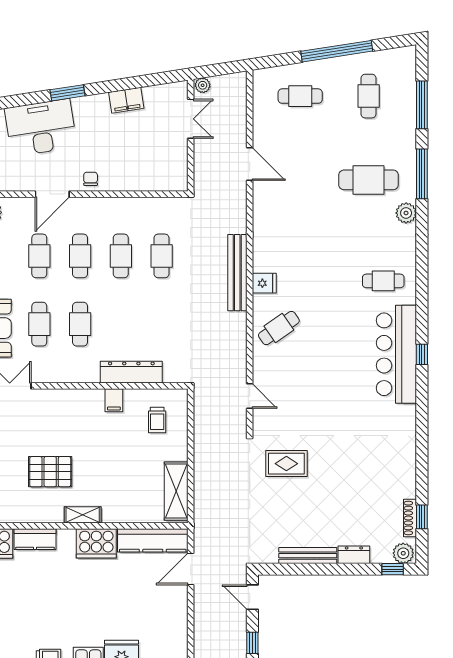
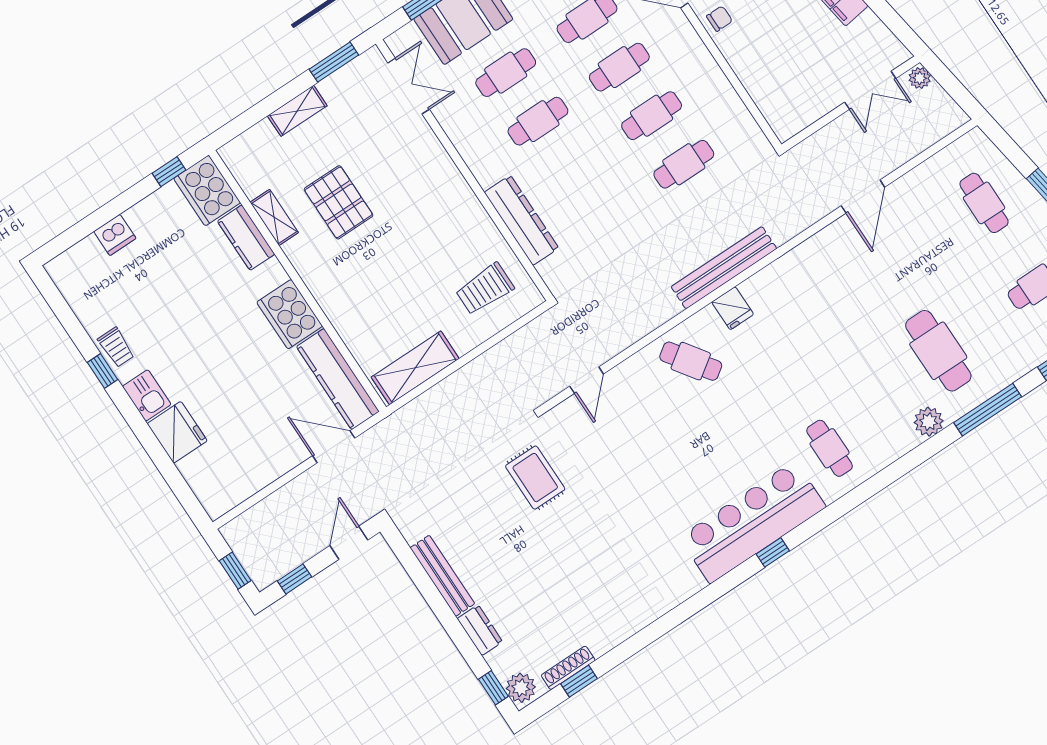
filing cabinet: (114, 400) -> (474, 222), removed
trolley: (157, 420) -> (485, 289), width x1.36, depth x1.39
shelving: (83, 515) -> (274, 217), moved

